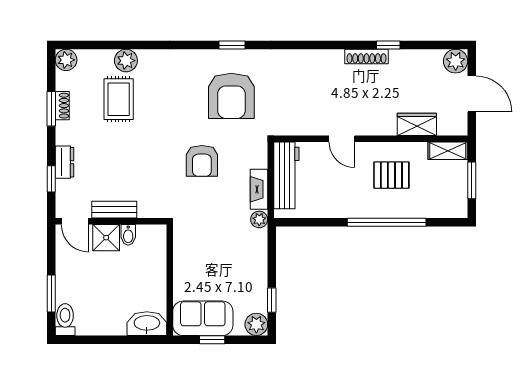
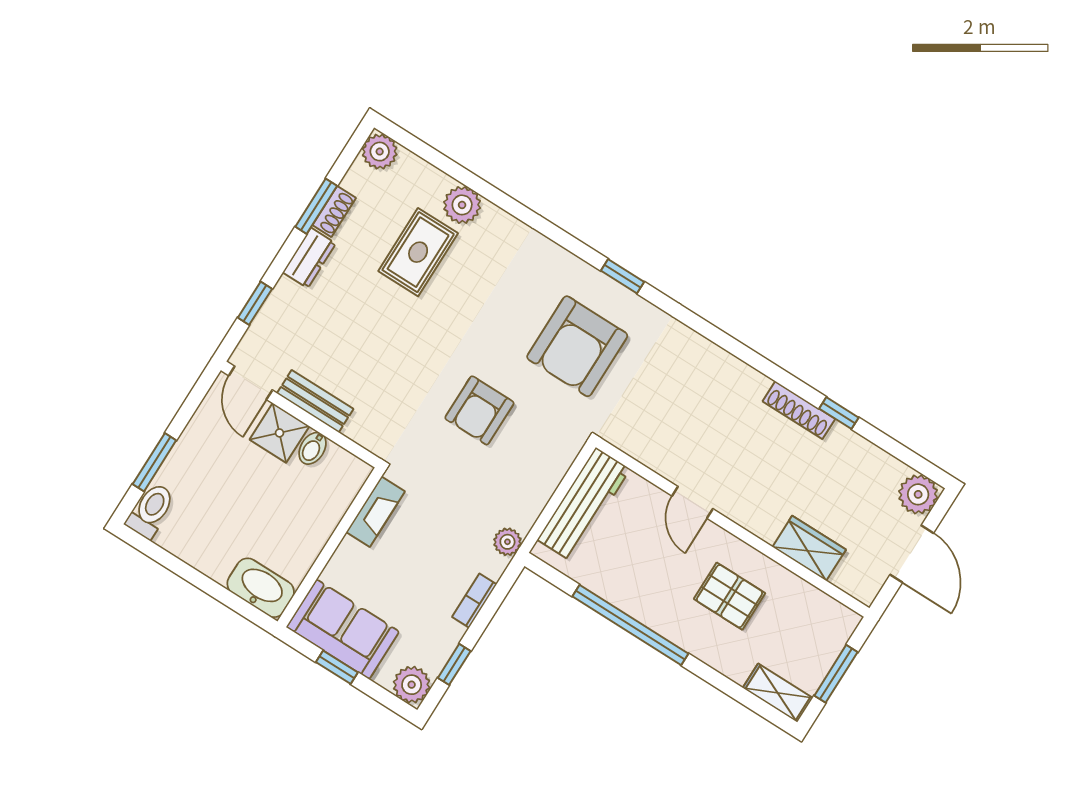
shelving: (448, 151) -> (778, 693), moved
dresser: (64, 162) -> (309, 258), moved
fireplace: (259, 189) -> (376, 512), moved, turned 180
window: (387, 222) -> (630, 625), moved
bookcase: (261, 261) -> (474, 601), added

